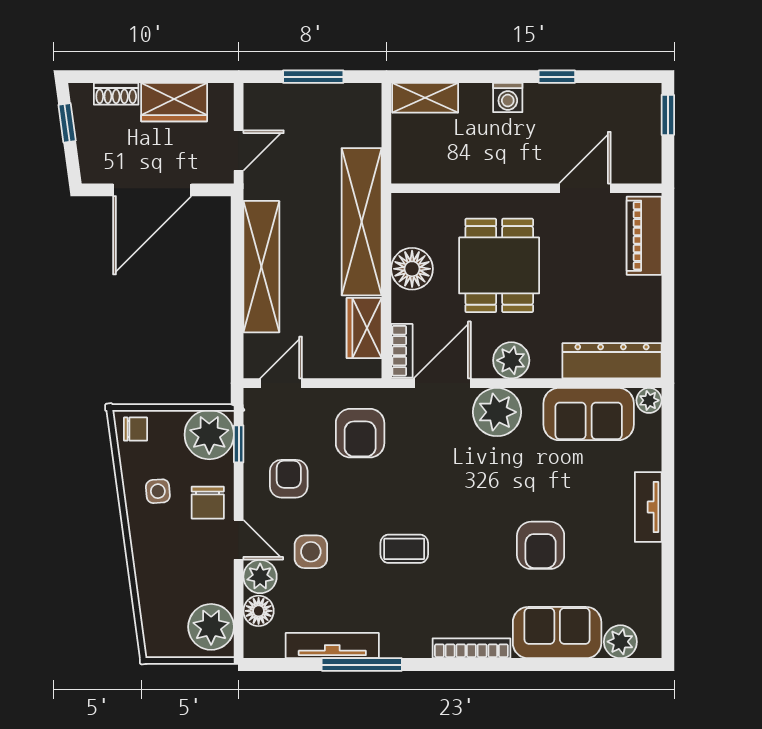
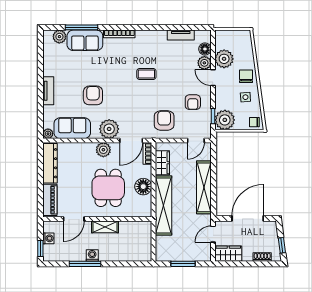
window: (557, 77) -> (85, 264), width x2.17
shelving: (425, 98) -> (105, 227), moved
washing machine: (508, 98) -> (92, 255), moved
wardrobe: (174, 102) -> (228, 254), moved
washing machine: (648, 140) -> (48, 238), added
dresser: (612, 361) -> (50, 163), moved, turned -90
chair: (208, 503) -> (246, 76), moved
armchair: (541, 545) -> (93, 95), moved
side table: (311, 552) -> (184, 73), removed
plant: (211, 627) -> (224, 59), moved
tv unit: (332, 646) -> (181, 35), width x0.71
window: (362, 665) -> (82, 27), moved

